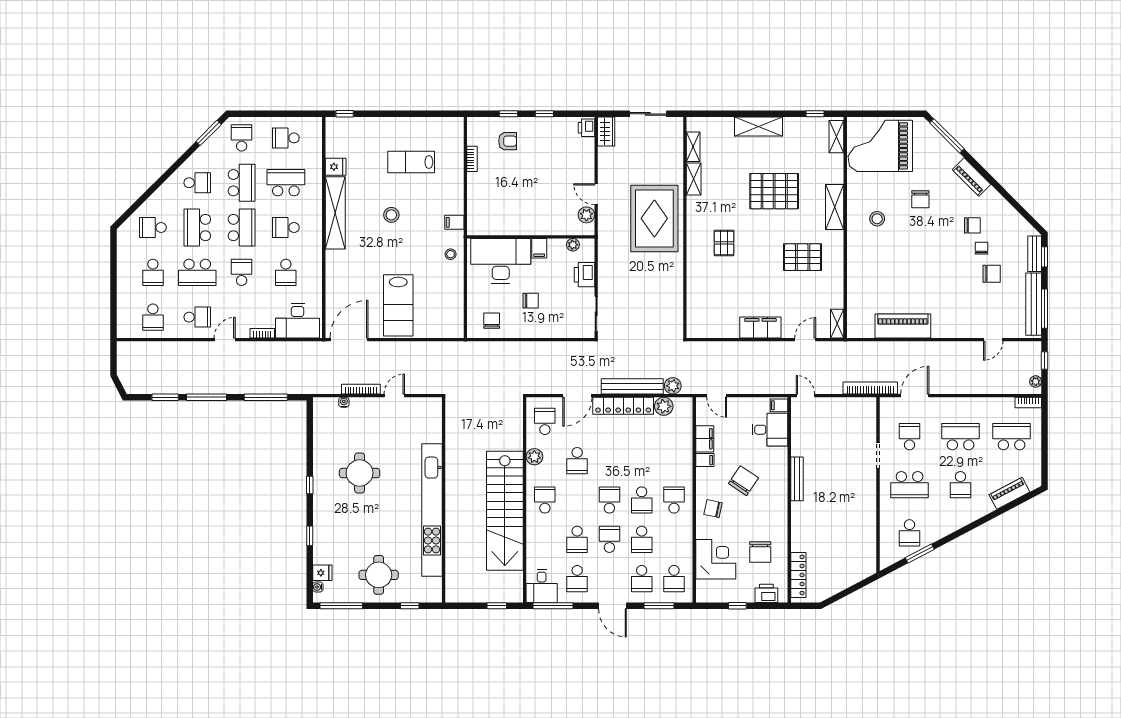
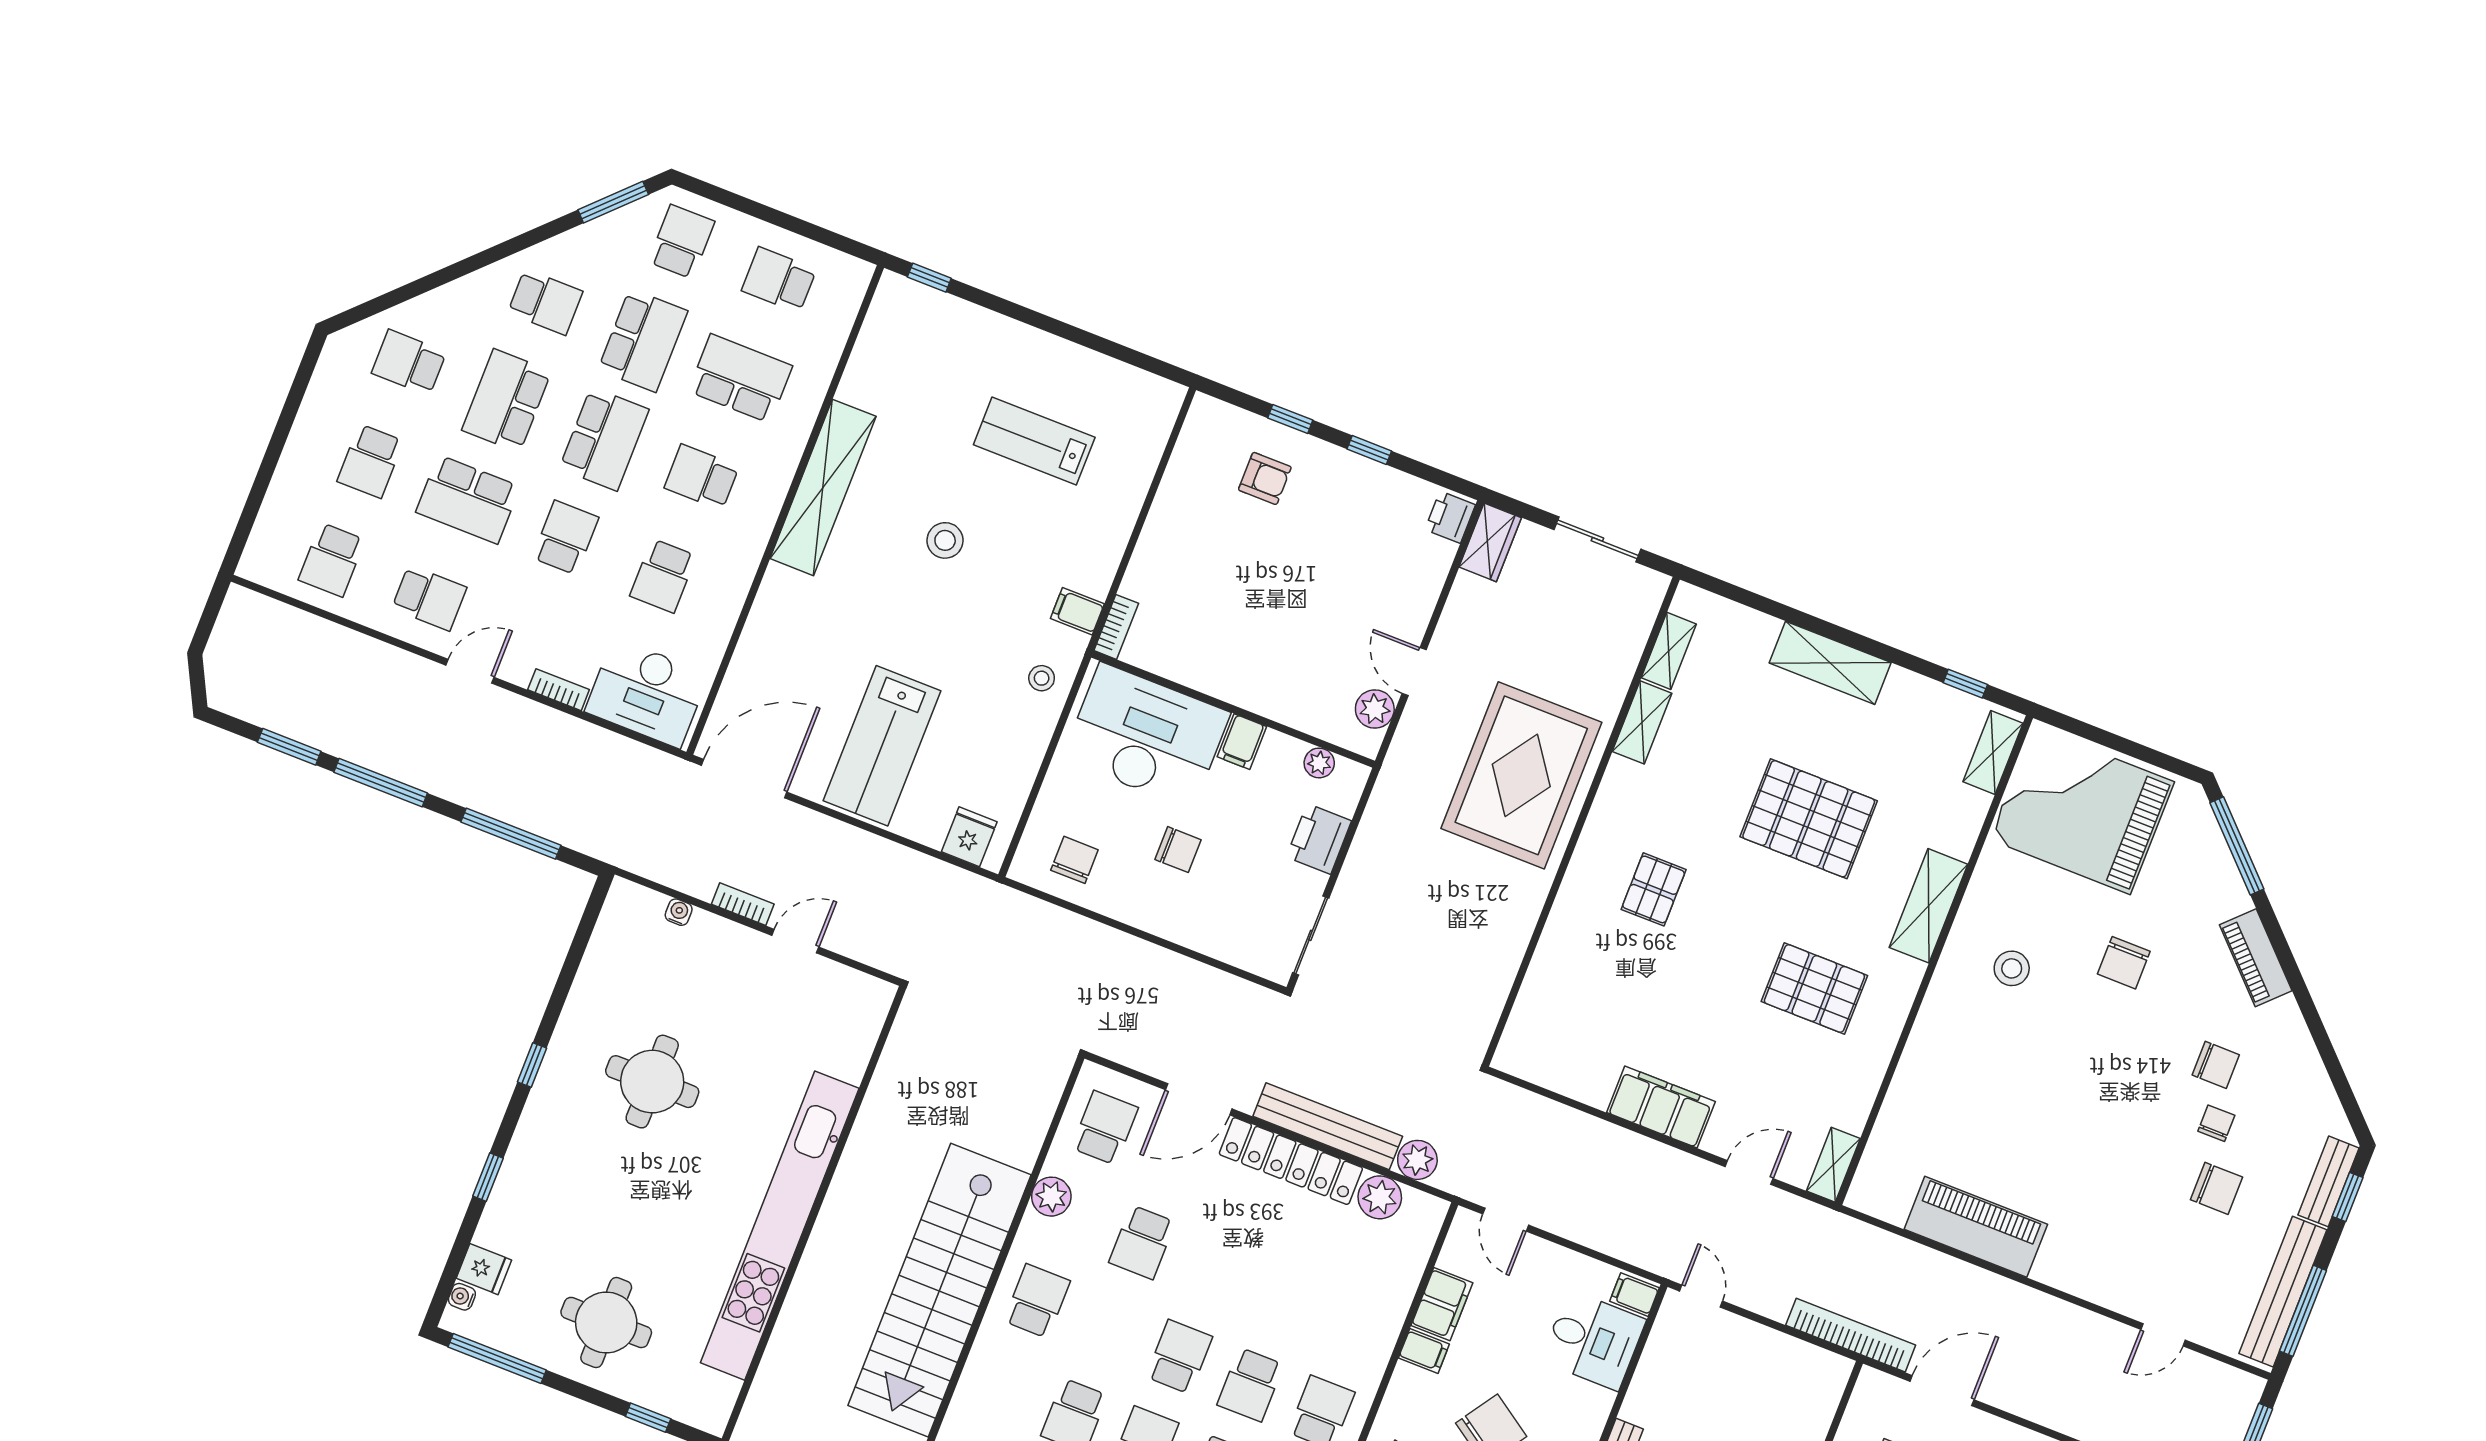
bookcase: (472, 159) -> (1116, 627), moved
fridge: (336, 167) -> (969, 837), moved, turned -90
bookcase: (361, 389) -> (743, 904), width x0.64

